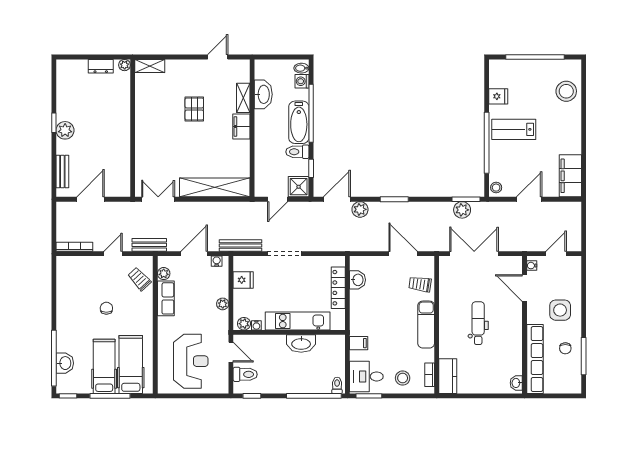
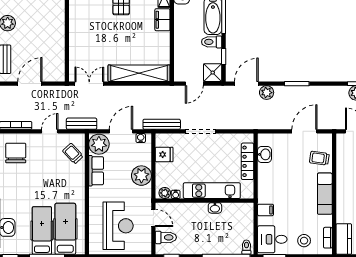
door: (403, 254) -> (304, 131), hinge flipped
plant: (164, 274) -> (99, 144), width x1.87, depth x1.87
plant: (223, 304) -> (141, 176), width x1.88, depth x1.88
chair: (106, 308) -> (16, 153), moved, width x1.87, depth x1.87
washbasin: (301, 343) -> (215, 208), width x0.52, depth x0.69

